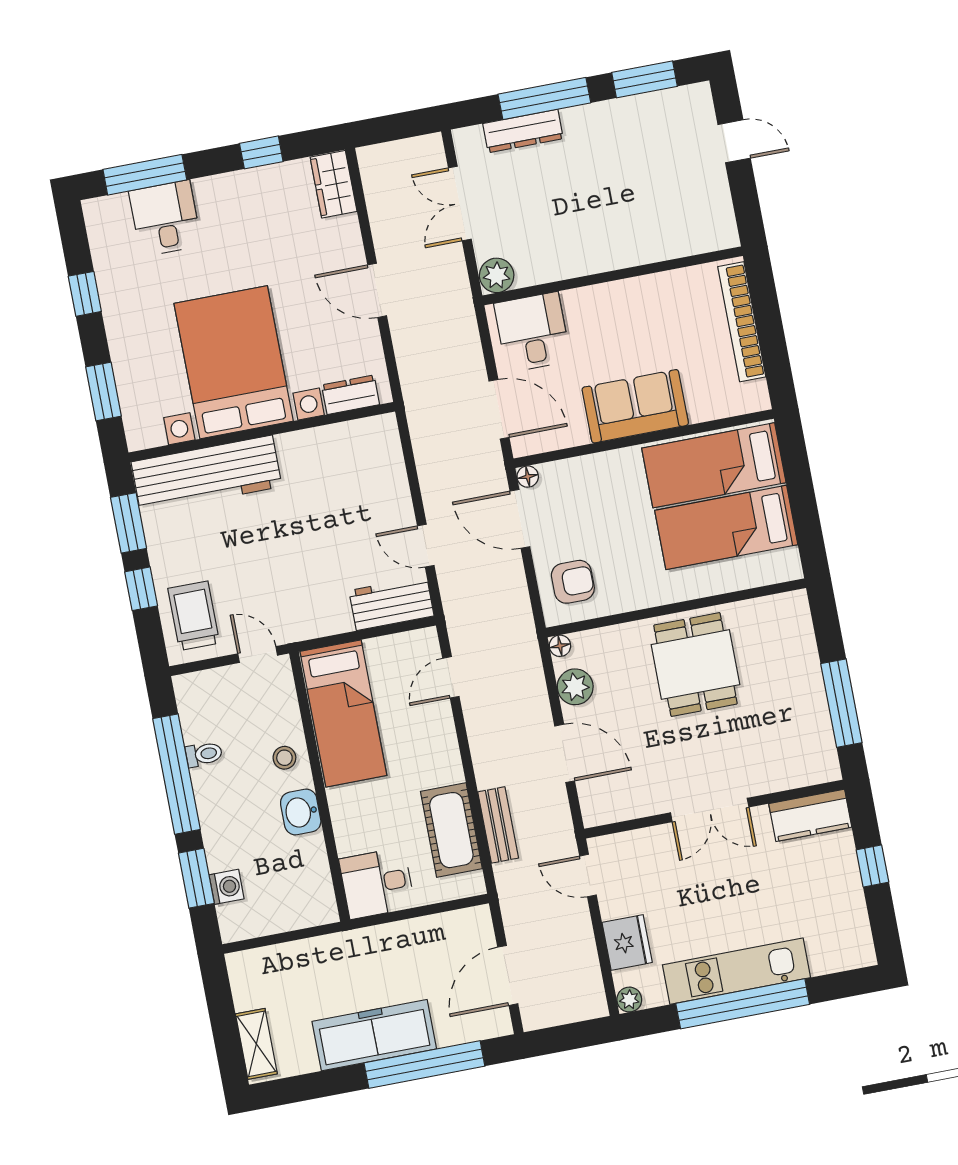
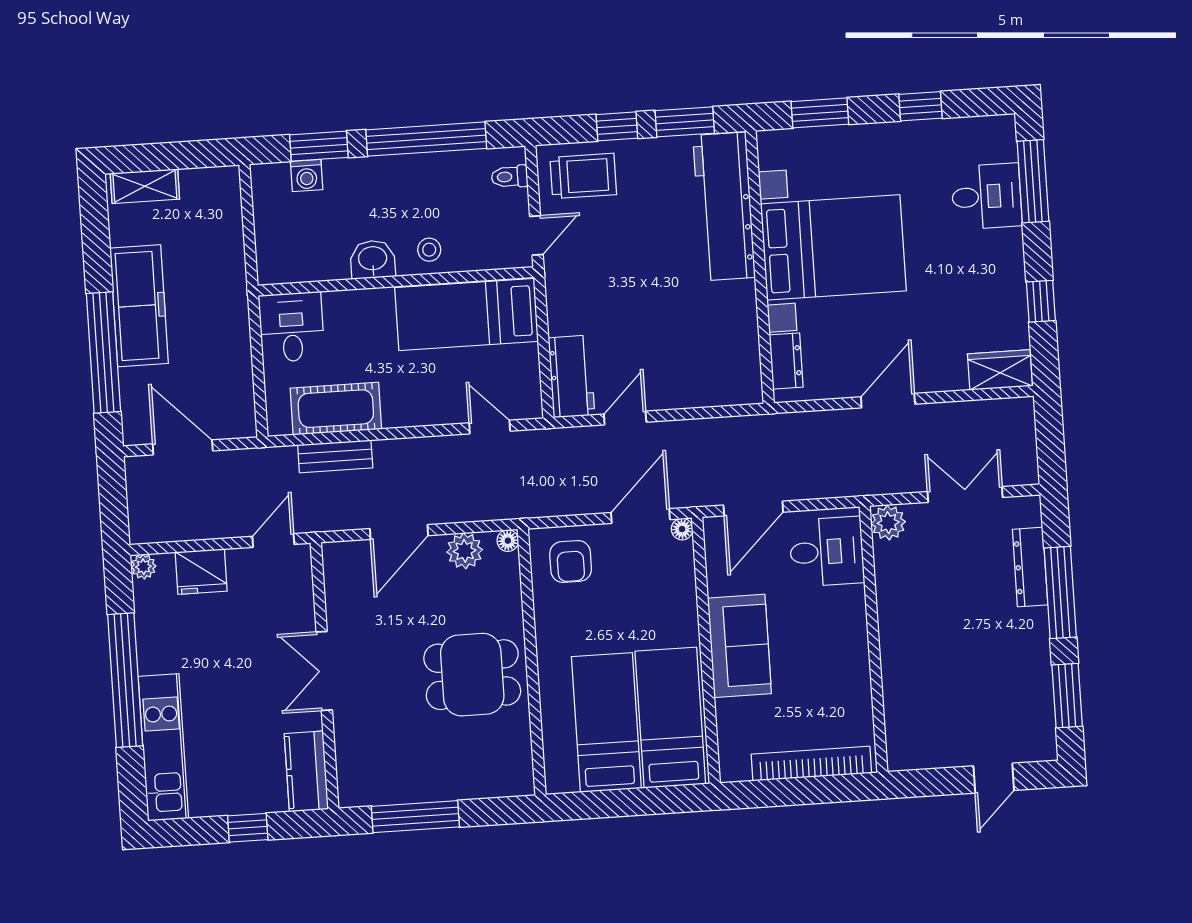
toilet: (204, 754) -> (510, 177), moved, turned 90
kitchen unit: (736, 971) -> (163, 747), moved

